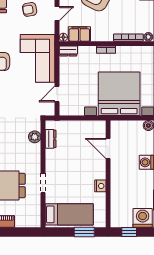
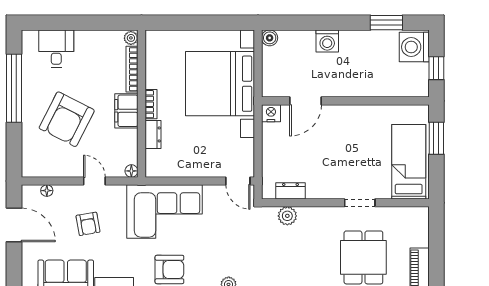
filing cabinet: (79, 34) -> (126, 111), moved
dresser: (68, 51) -> (153, 134), moved
door: (57, 94) -> (238, 181), moved
nightstand: (100, 186) -> (271, 113), moved

